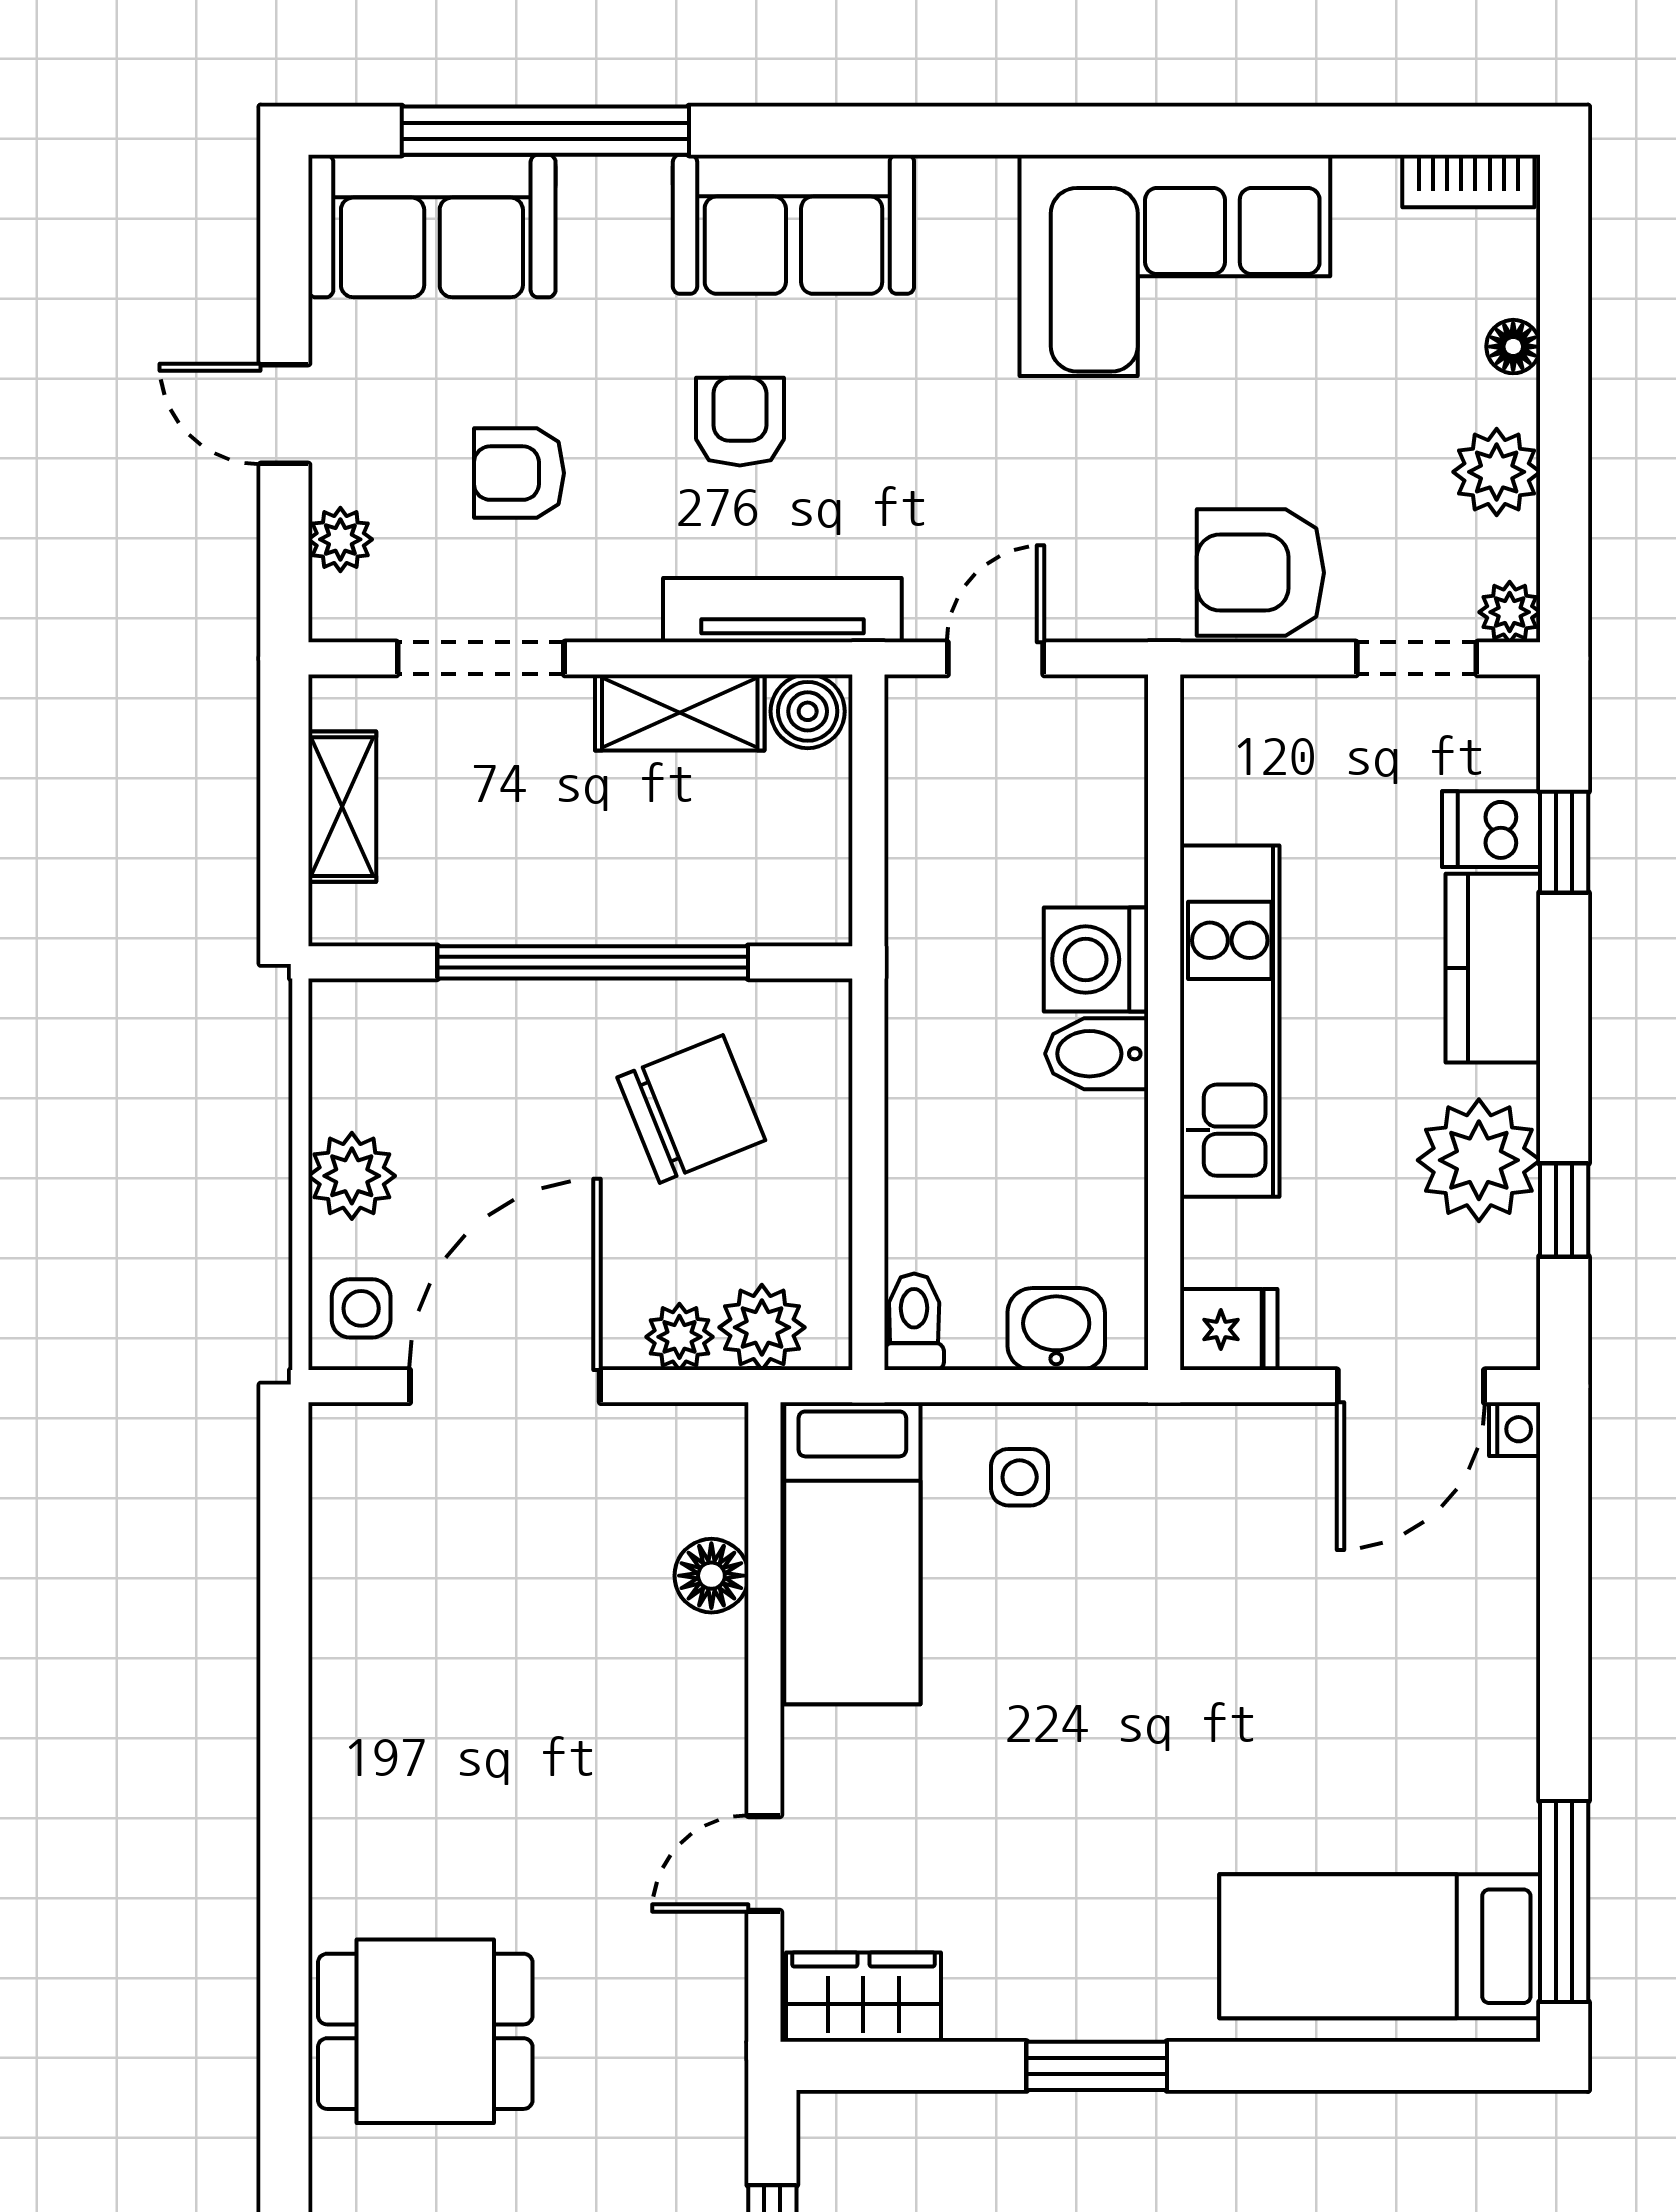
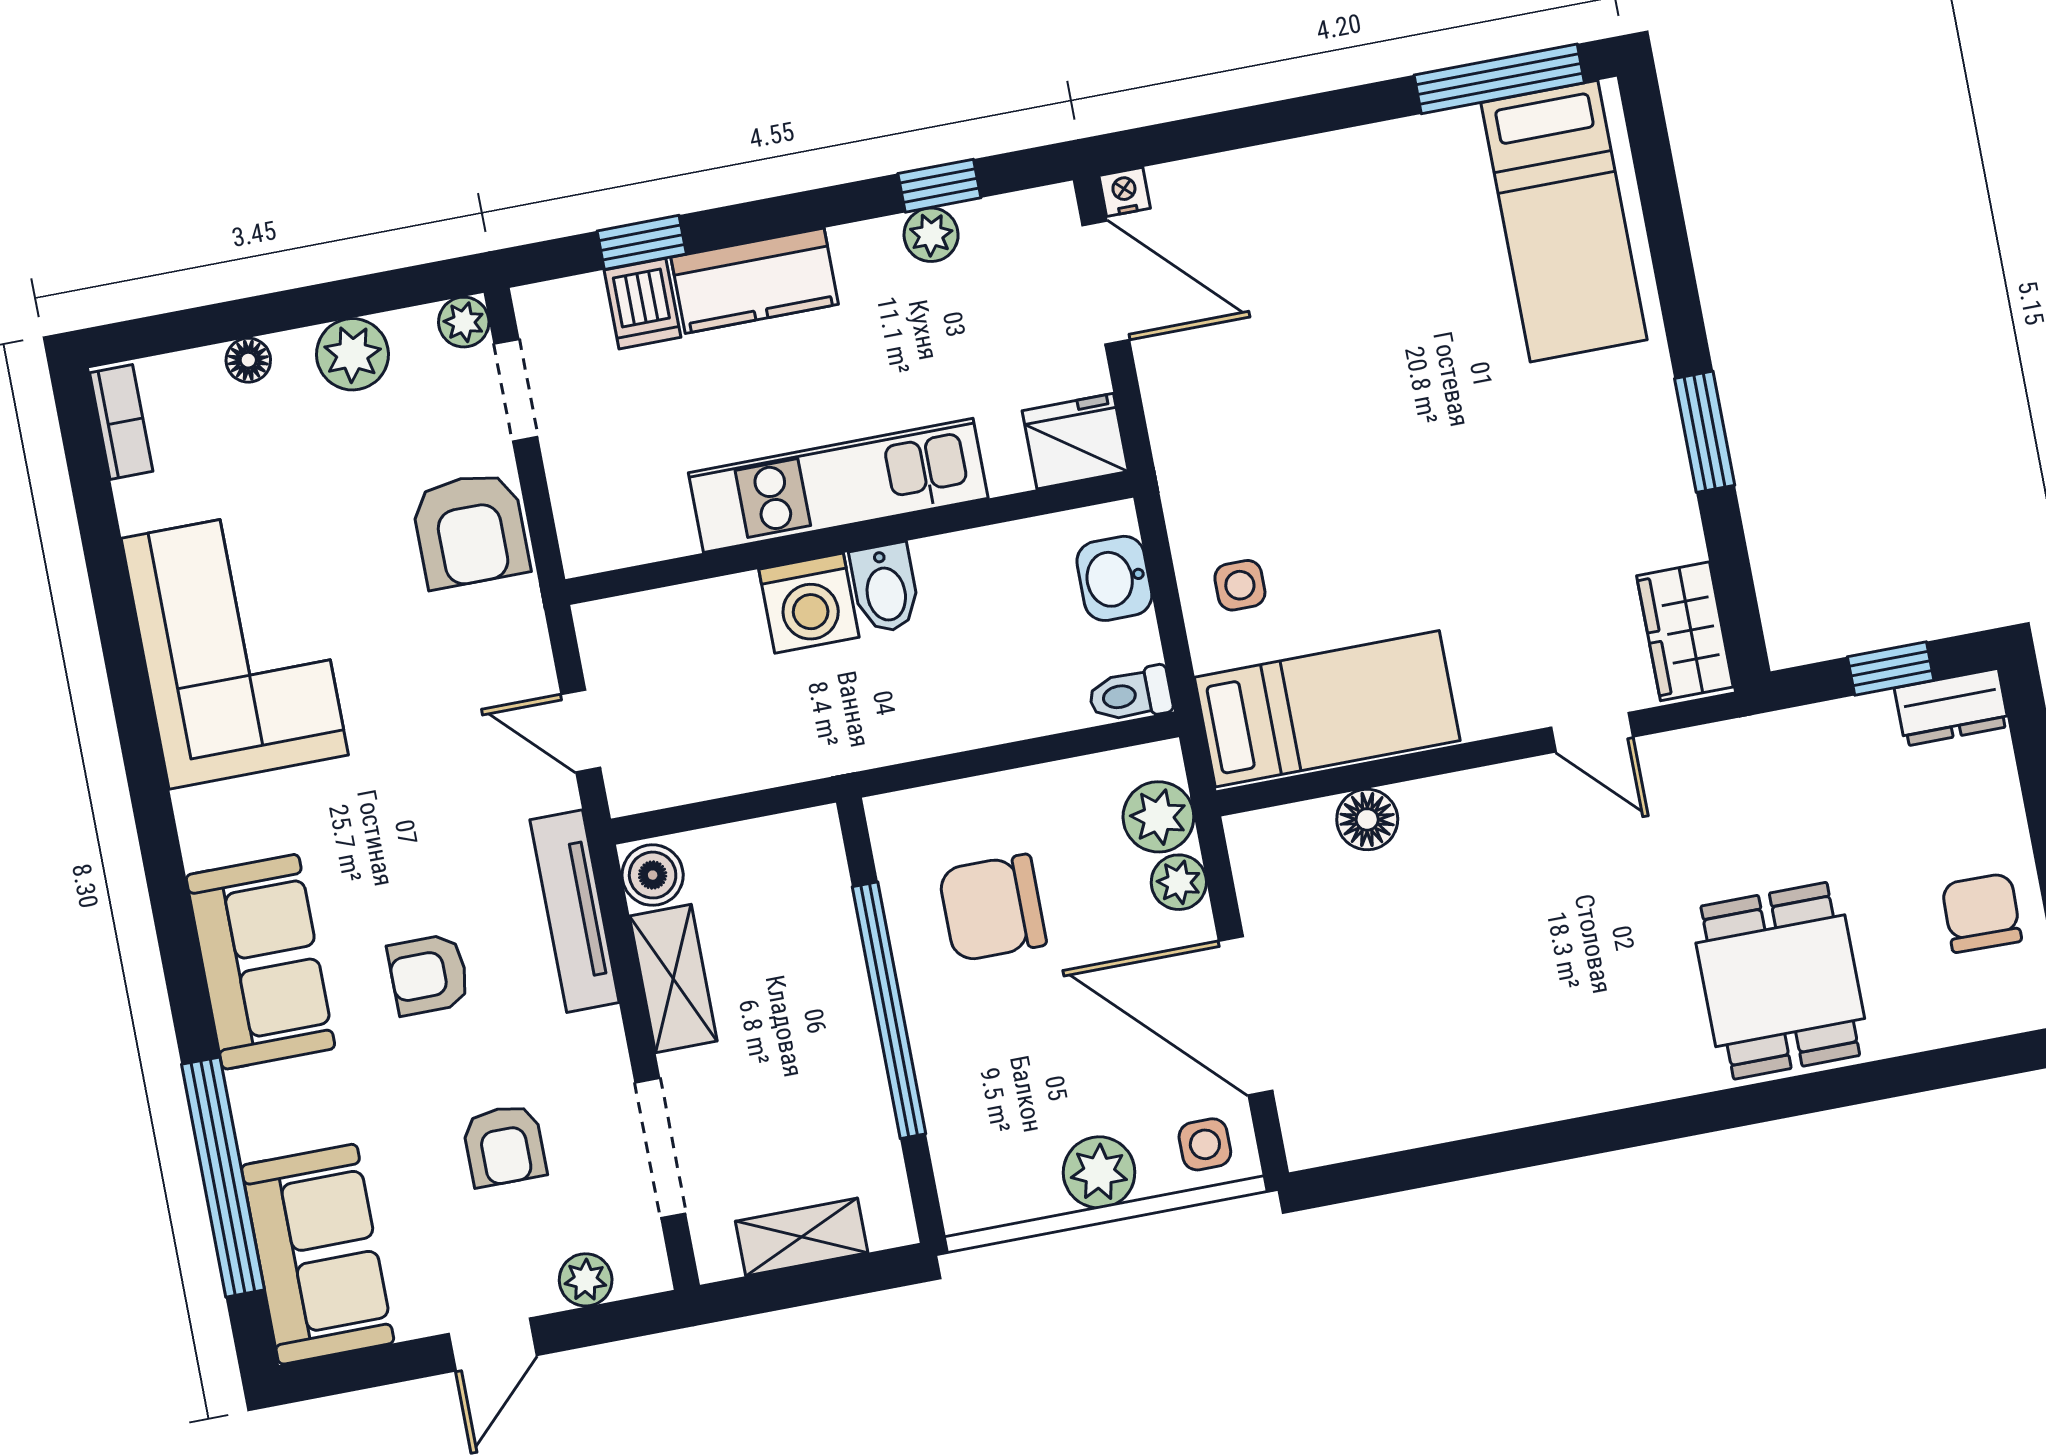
chair: (691, 1109) -> (992, 908), turned -68
plant: (1479, 1160) -> (931, 235), width x0.53, depth x0.53
fridge: (1229, 1329) -> (1075, 441), width x1.38

